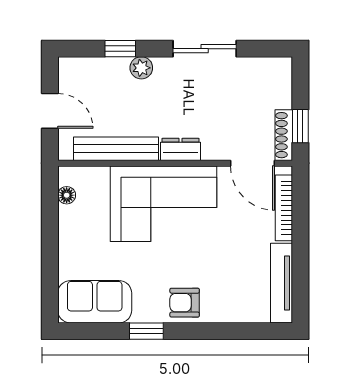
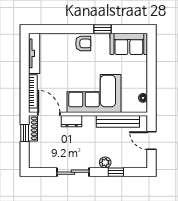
dresser: (181, 149) -> (72, 121), moved

